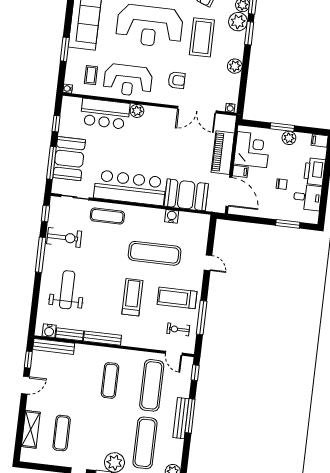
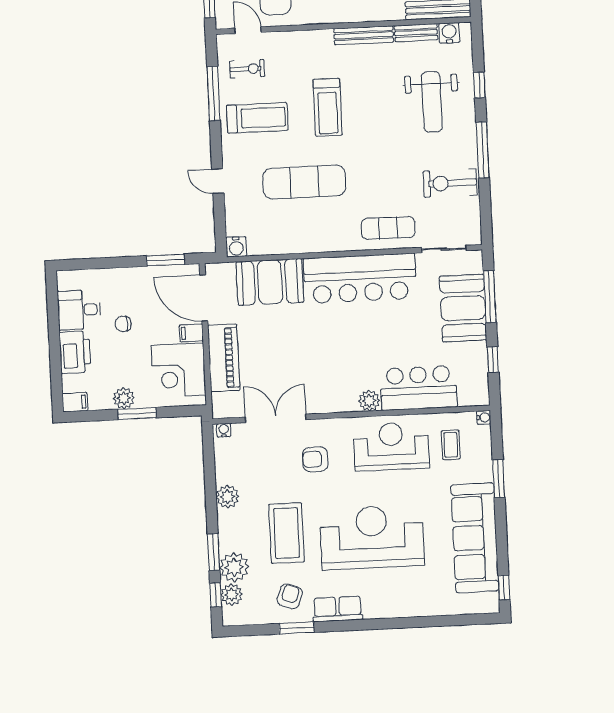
window: (45, 214) -> (479, 85), moved
water cooler: (172, 216) -> (236, 247), moved
window: (288, 224) -> (165, 260), moved

